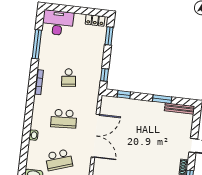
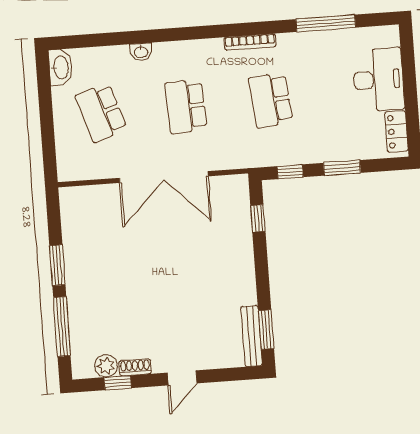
desk: (58, 23) -> (379, 80), moved
window: (109, 36) -> (342, 168), moved
school desk: (69, 78) -> (271, 100), width x1.85
window: (162, 99) -> (266, 330), moved

